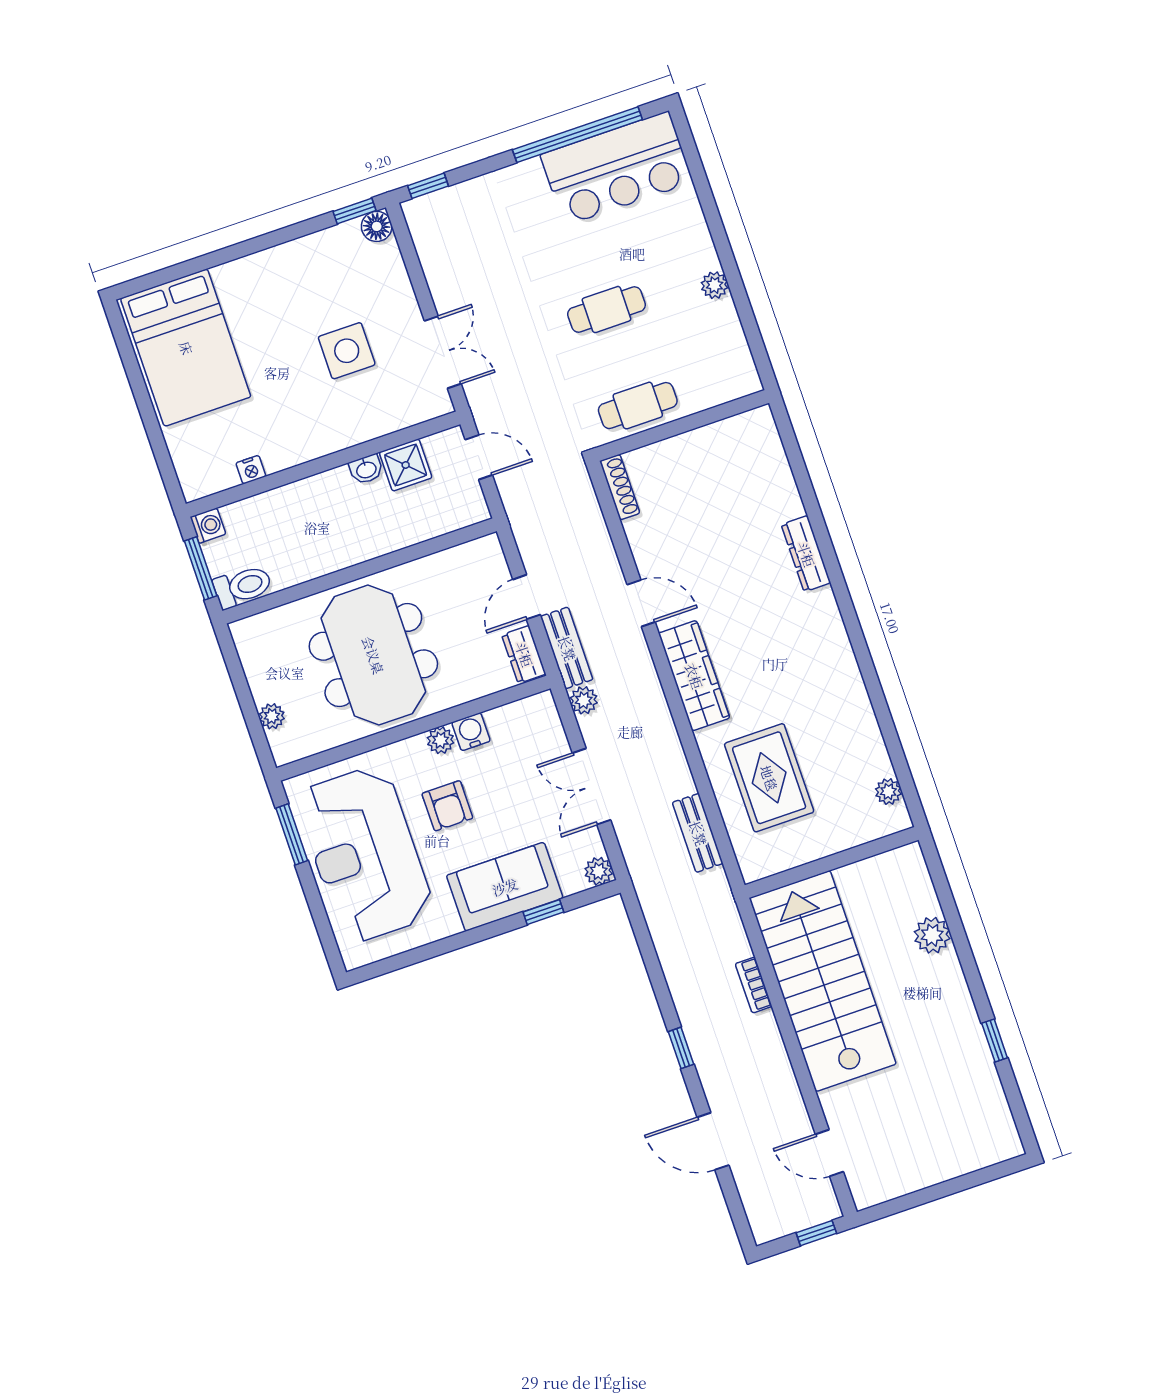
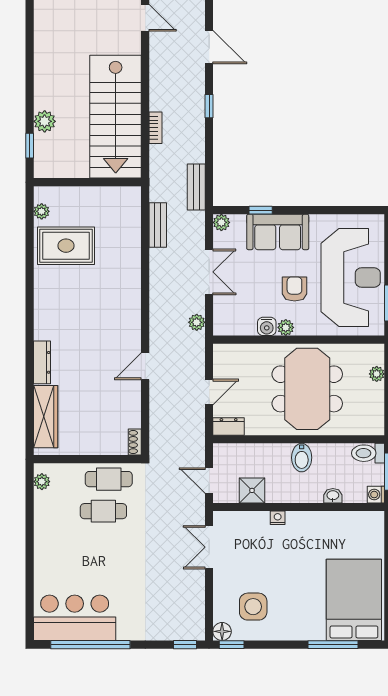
window: (195, 266) -> (333, 645), added
plant: (715, 285) -> (42, 482), moved
cafe table: (606, 310) -> (103, 511), moved
side table: (347, 351) -> (253, 607), moved
washbasin: (366, 469) -> (333, 496), moved
nightstand: (251, 470) -> (278, 518), moved
shoe rack: (620, 487) -> (135, 442), width x0.70
bidet: (345, 544) -> (302, 458), added
door: (641, 603) -> (145, 366), hinge flipped
bench: (567, 648) -> (196, 187), moved
dresser: (524, 654) -> (229, 426), moved, turned -90
wardrobe: (694, 676) -> (46, 417), moved, turned 180
rug: (769, 778) -> (66, 246), moved, turned 90
window: (995, 1041) -> (30, 146), moved

